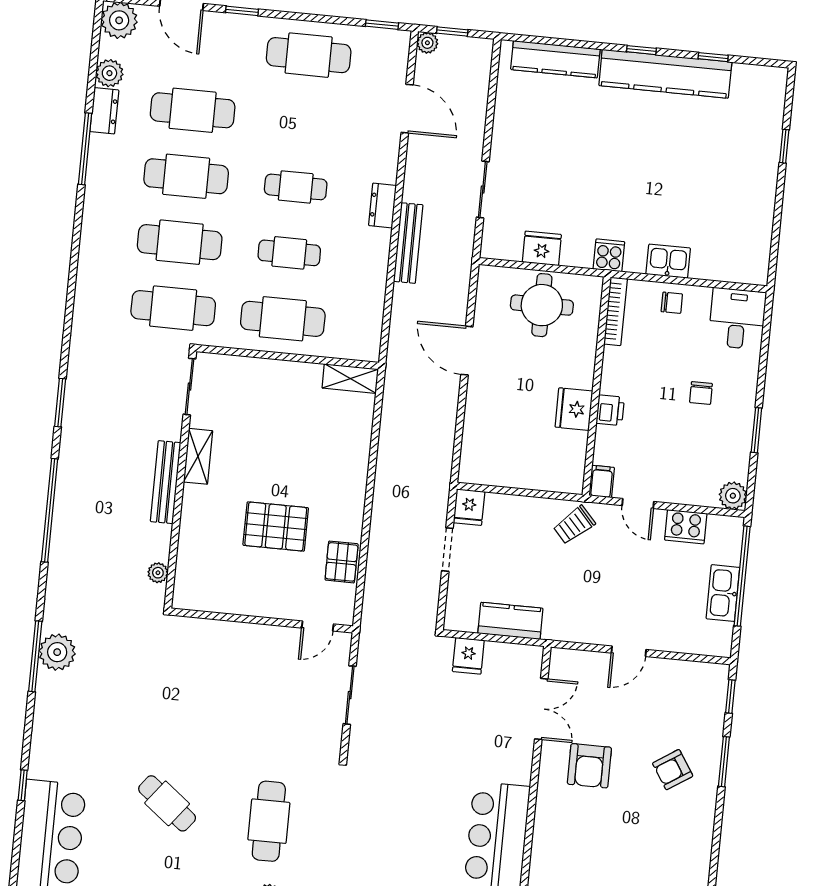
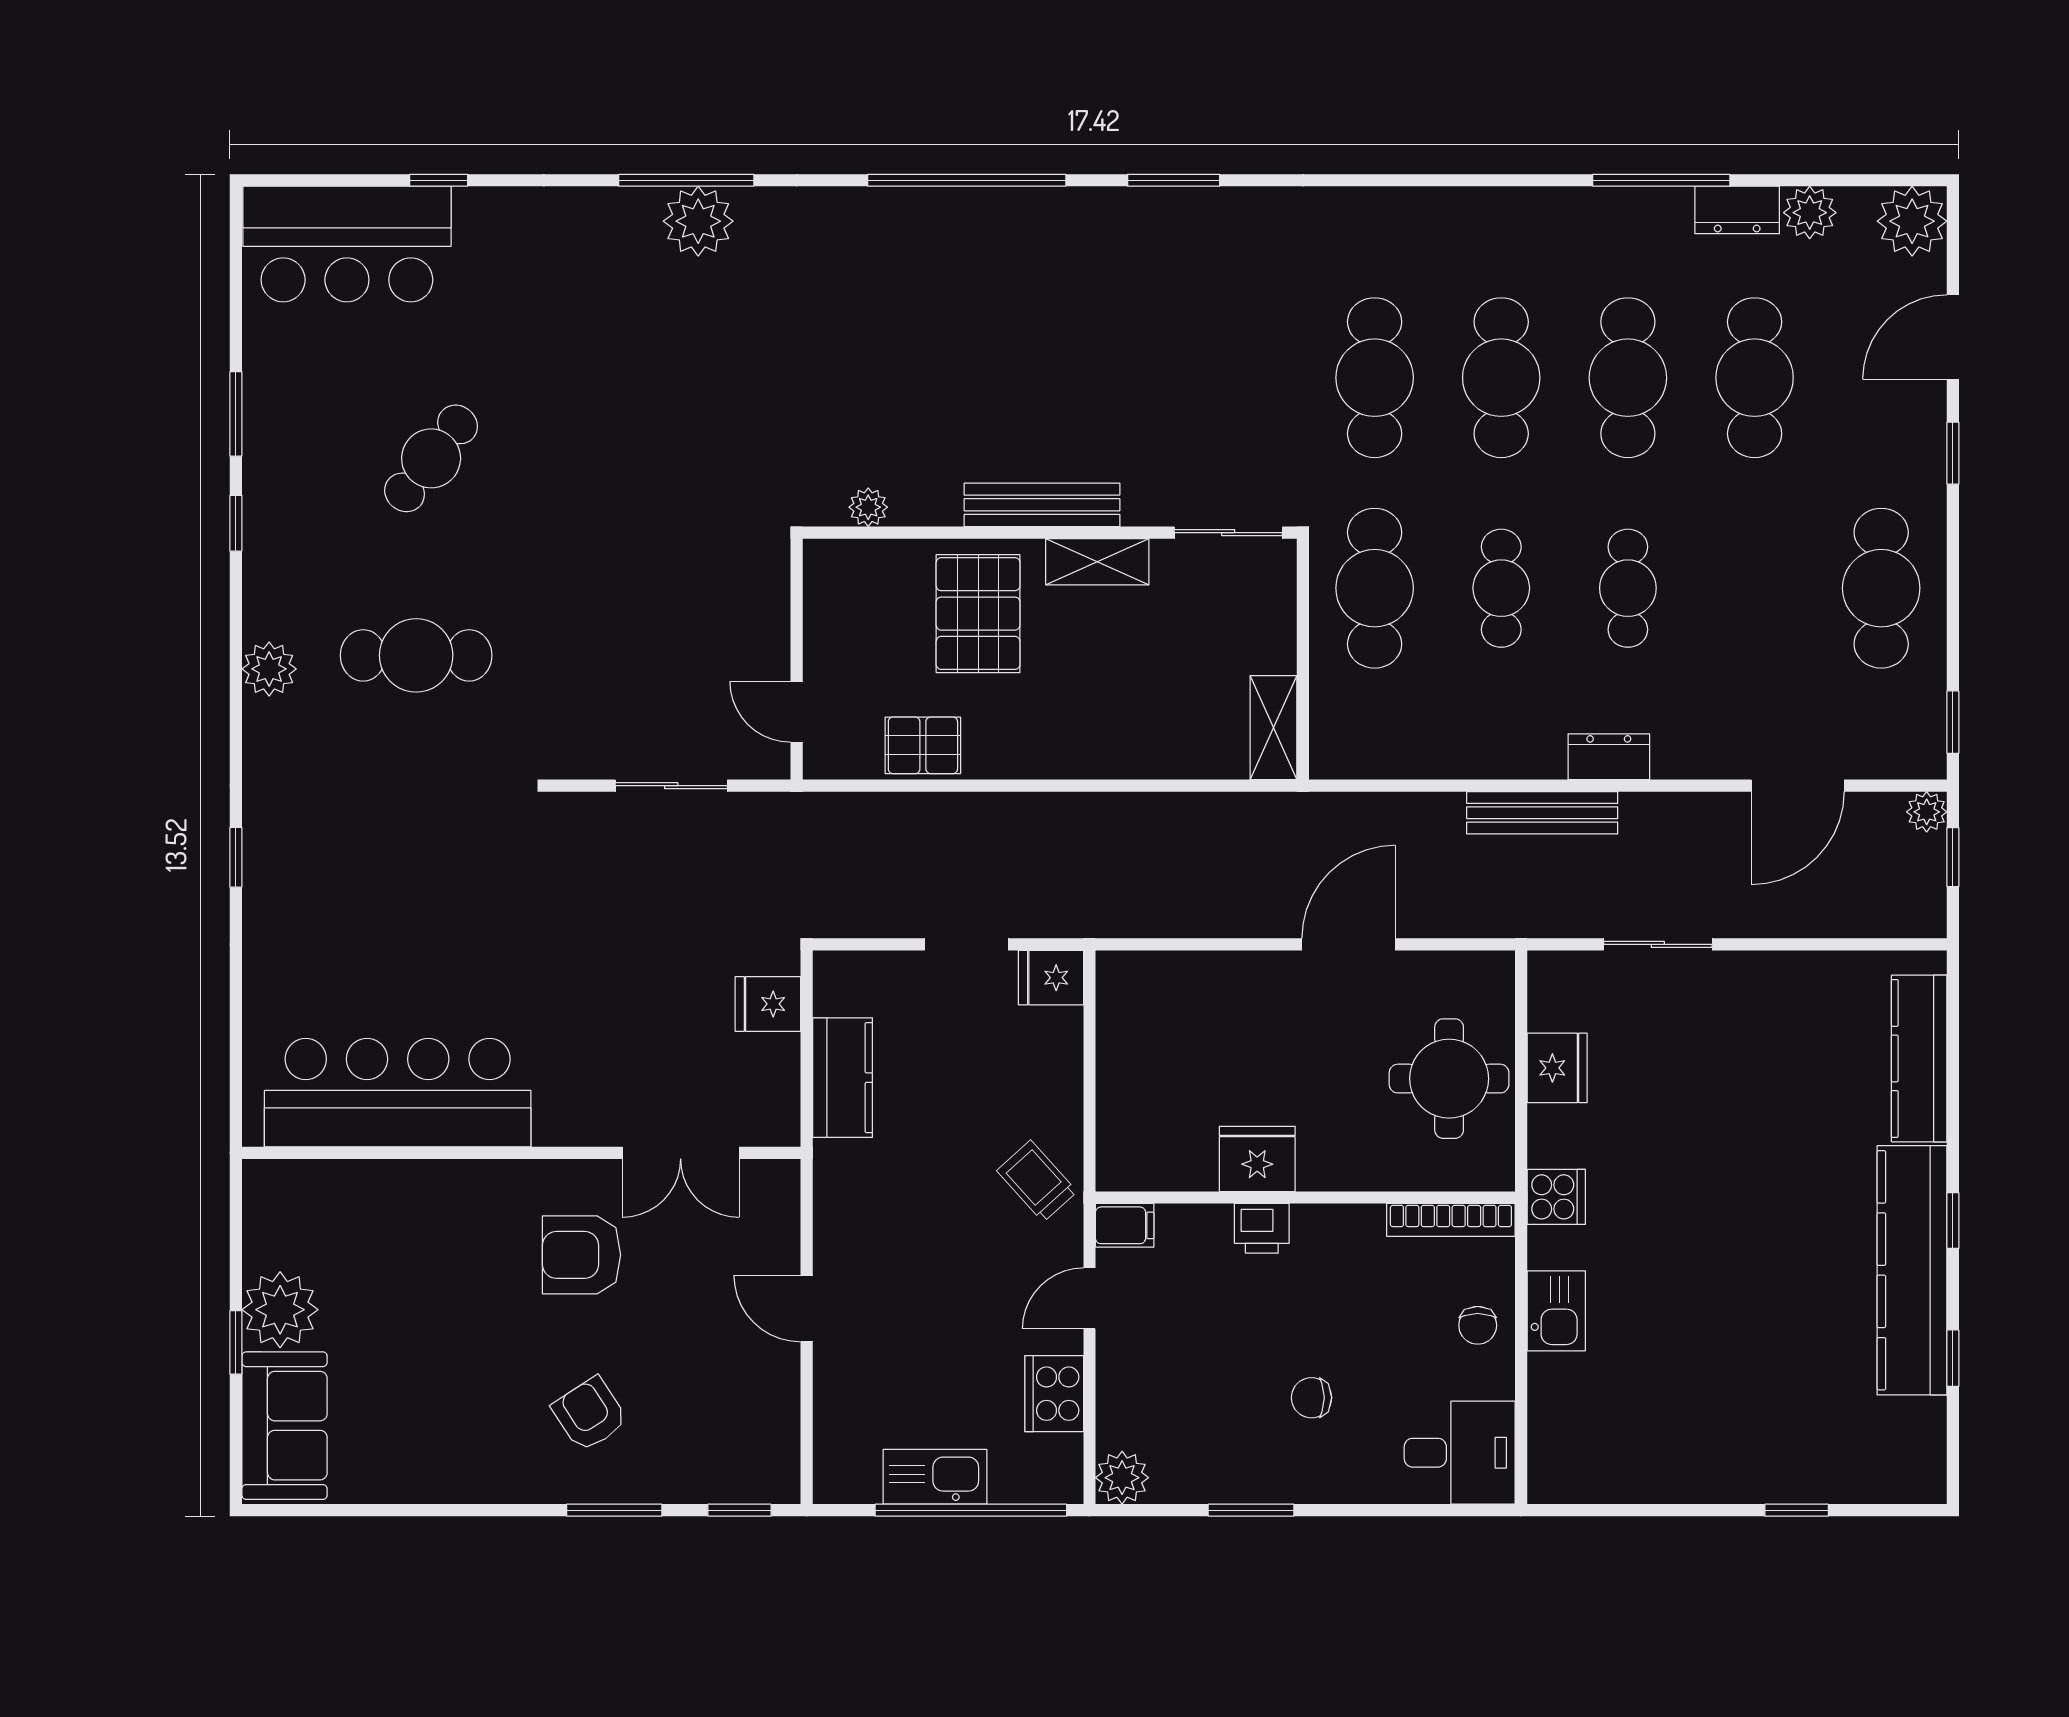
sliding door: (190, 387) -> (1228, 533), moved
shelving: (198, 456) -> (1097, 562), moved
wall: (180, 480) -> (1050, 533), moved
bench: (166, 482) -> (1042, 505), moved
plant: (158, 573) -> (868, 507), moved

